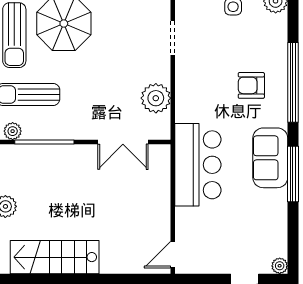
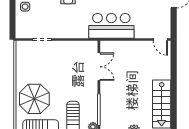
plant: (156, 98) -> (75, 49), removed

